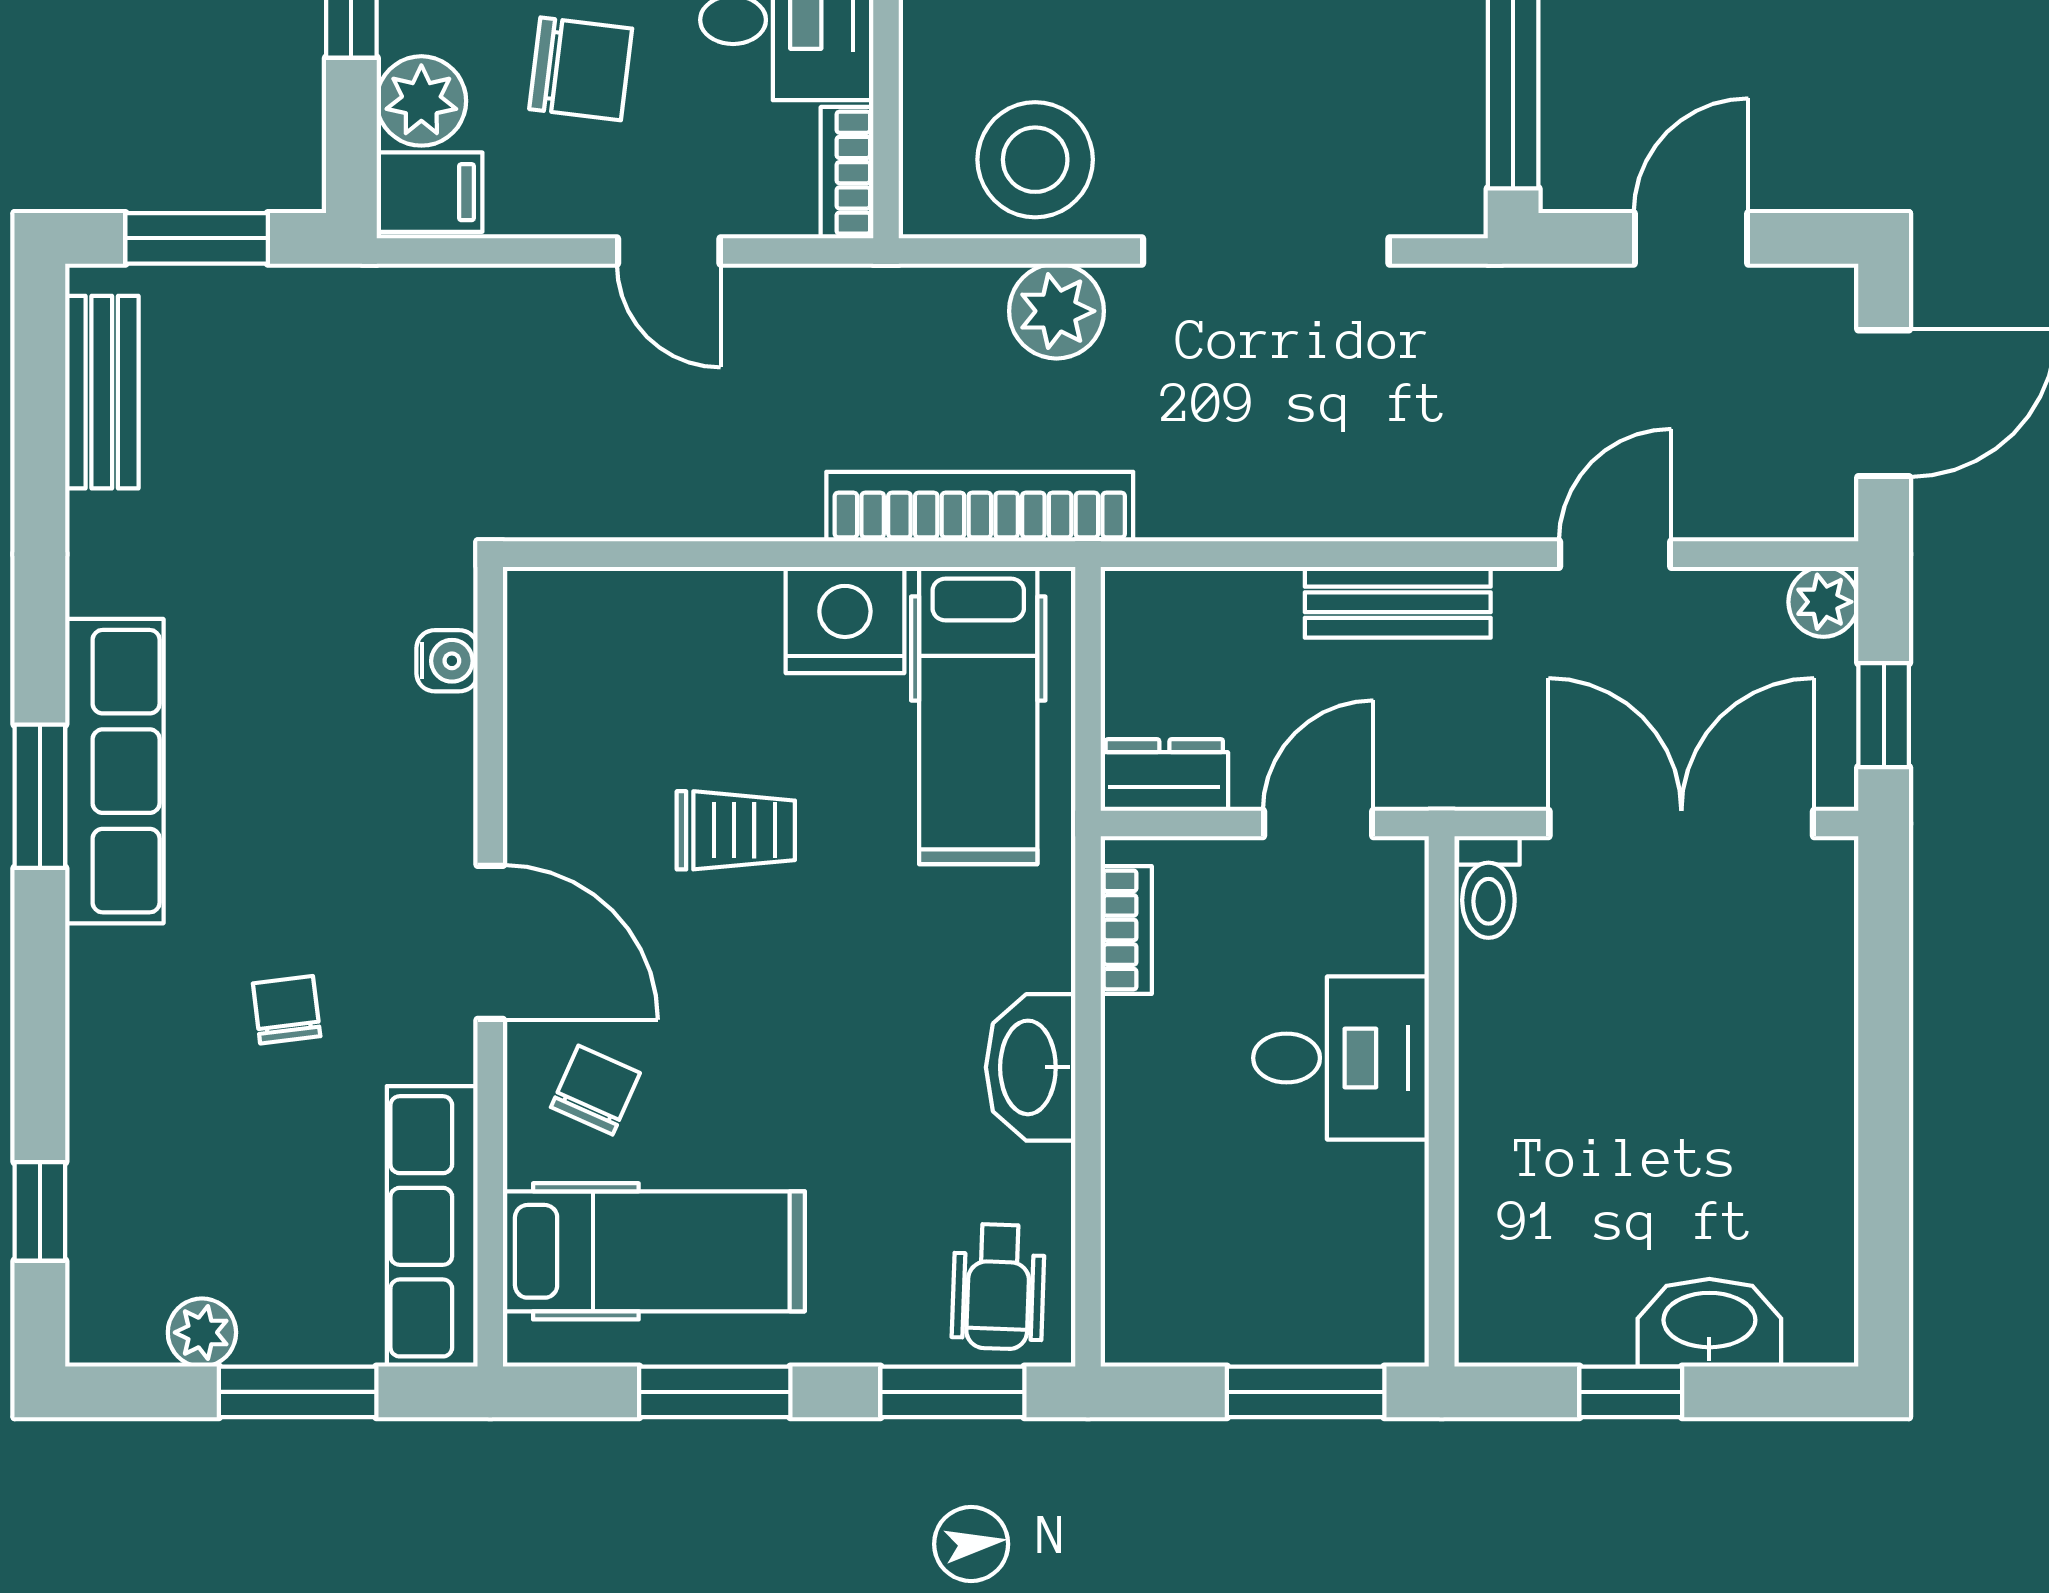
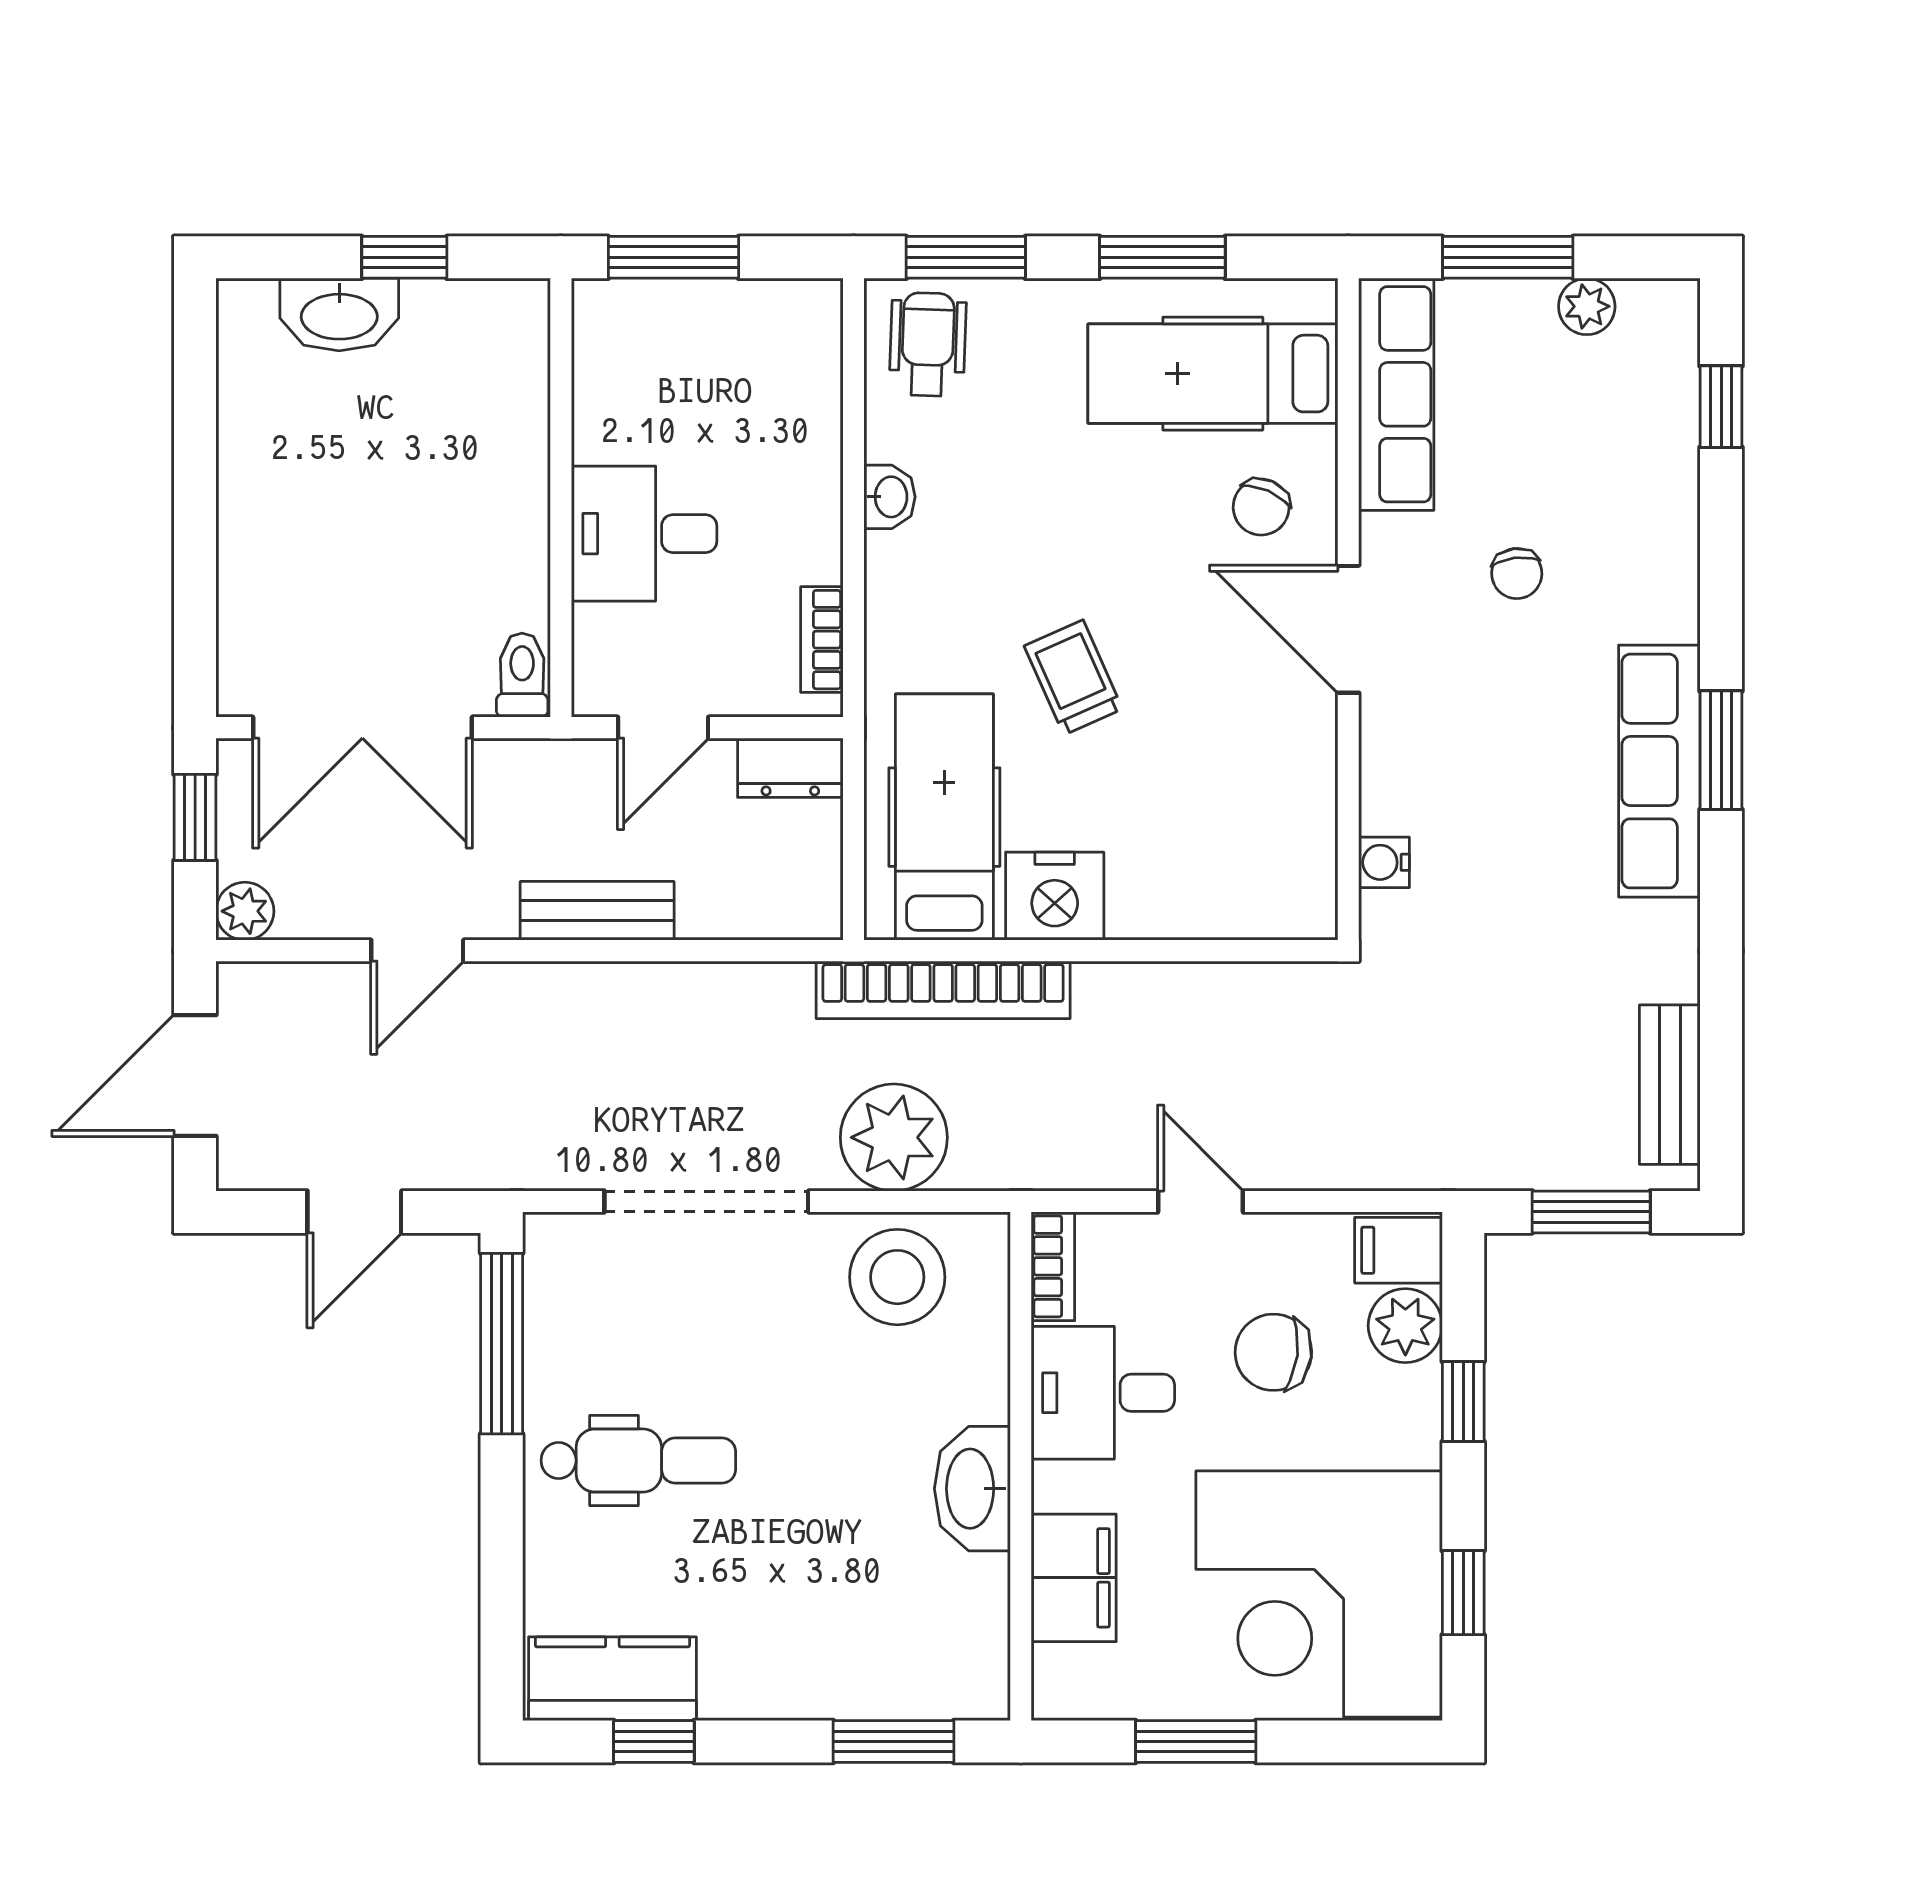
plant: (1056, 311) -> (894, 1137), width x1.36, depth x1.36
trolley: (736, 830) -> (1073, 677), moved, turned 66
washbasin: (1031, 1067) -> (890, 497), width x0.52, depth x0.69

